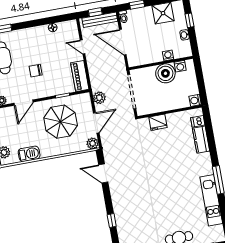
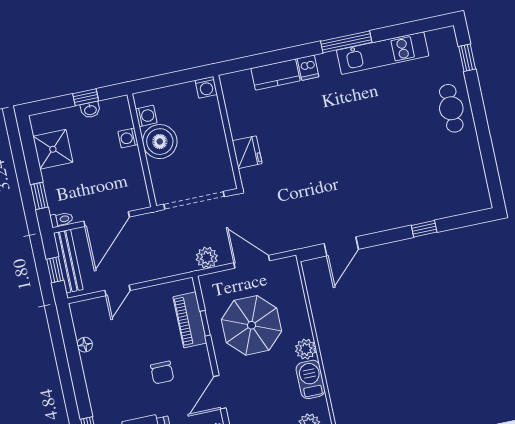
window: (189, 20) -> (86, 97), moved
piano: (80, 76) -> (190, 320), moved, turned 90
door: (23, 103) -> (220, 392), swing flipped
dishwasher: (198, 121) -> (308, 68), moved
plant: (93, 143) -> (306, 349), moved

